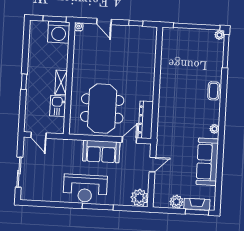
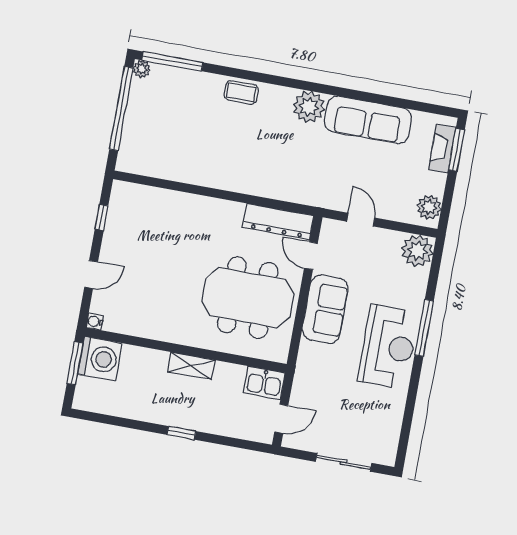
kitchen sink: (58, 106) -> (264, 383), moved
plant: (214, 129) -> (309, 107), width x1.88, depth x1.88
plant: (176, 202) -> (429, 207), moved

